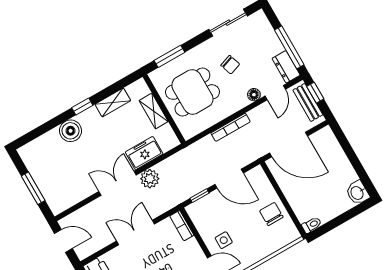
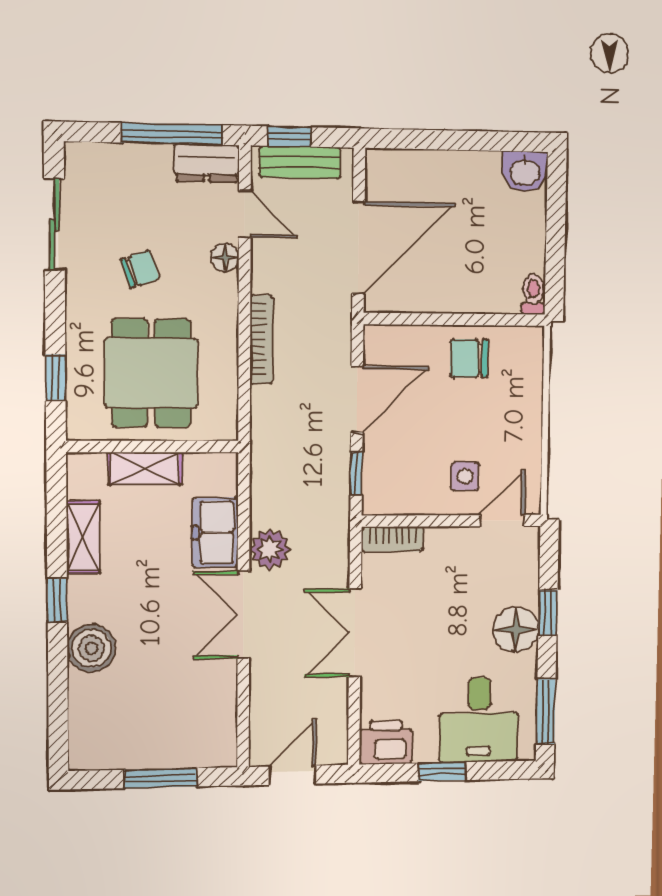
window: (169, 56) -> (56, 378), width x0.67

